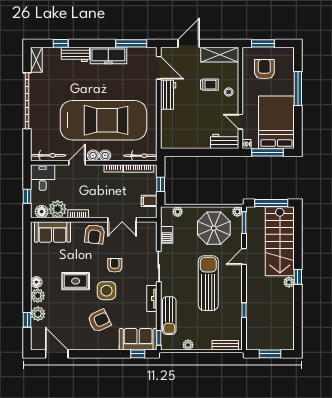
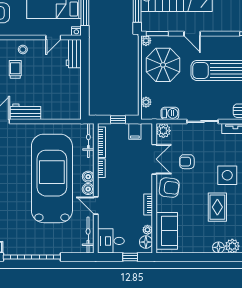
plant: (58, 209) -> (148, 230), width x0.53, depth x0.53
plant: (150, 229) -> (163, 131), added
armchair: (115, 265) -> (187, 162), moved

